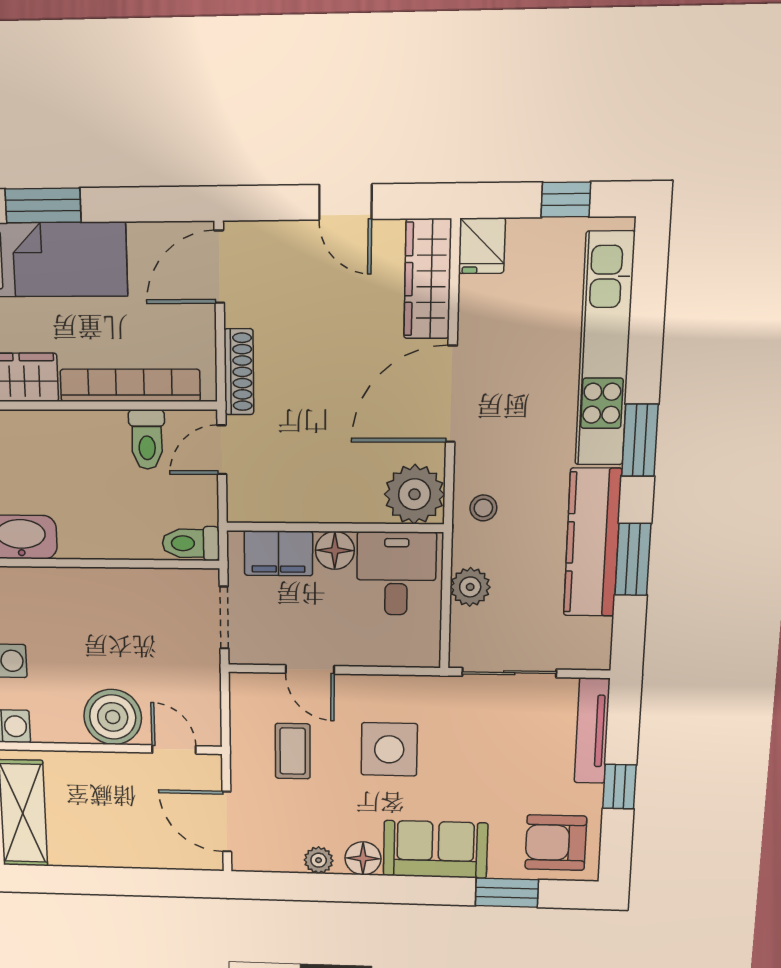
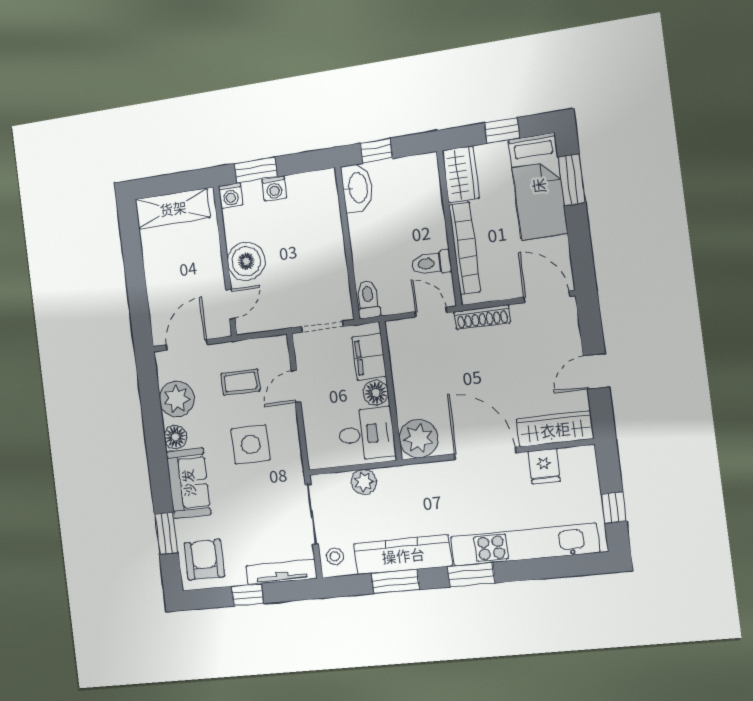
fridge: (482, 246) -> (544, 466), moved, turned -90
stool: (483, 508) -> (335, 556), moved
plant: (319, 860) -> (177, 399), width x1.88, depth x1.88

